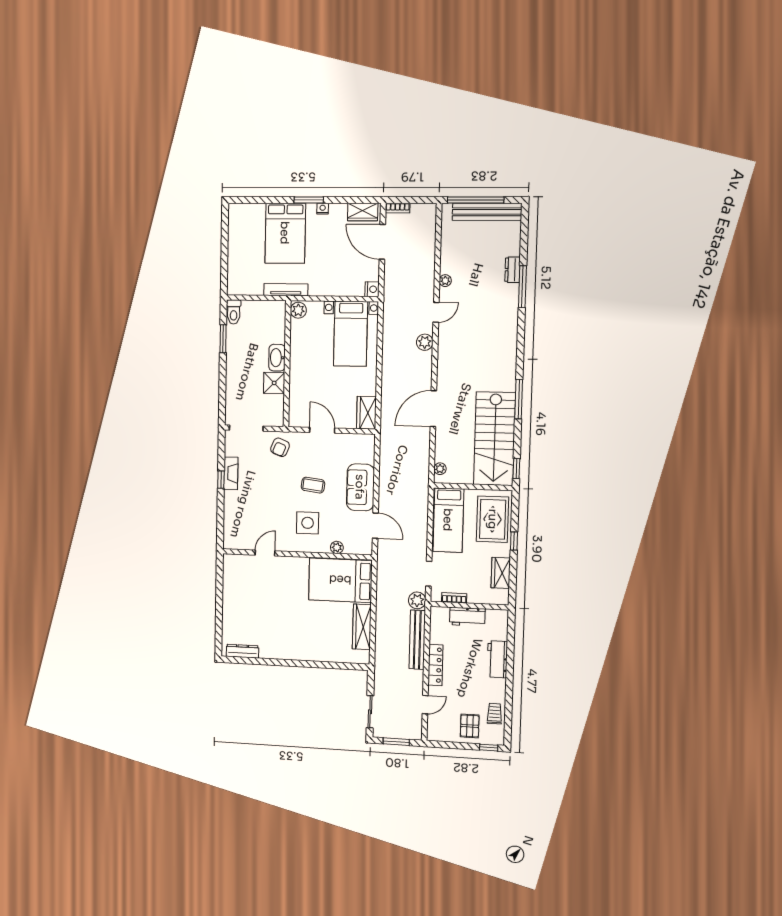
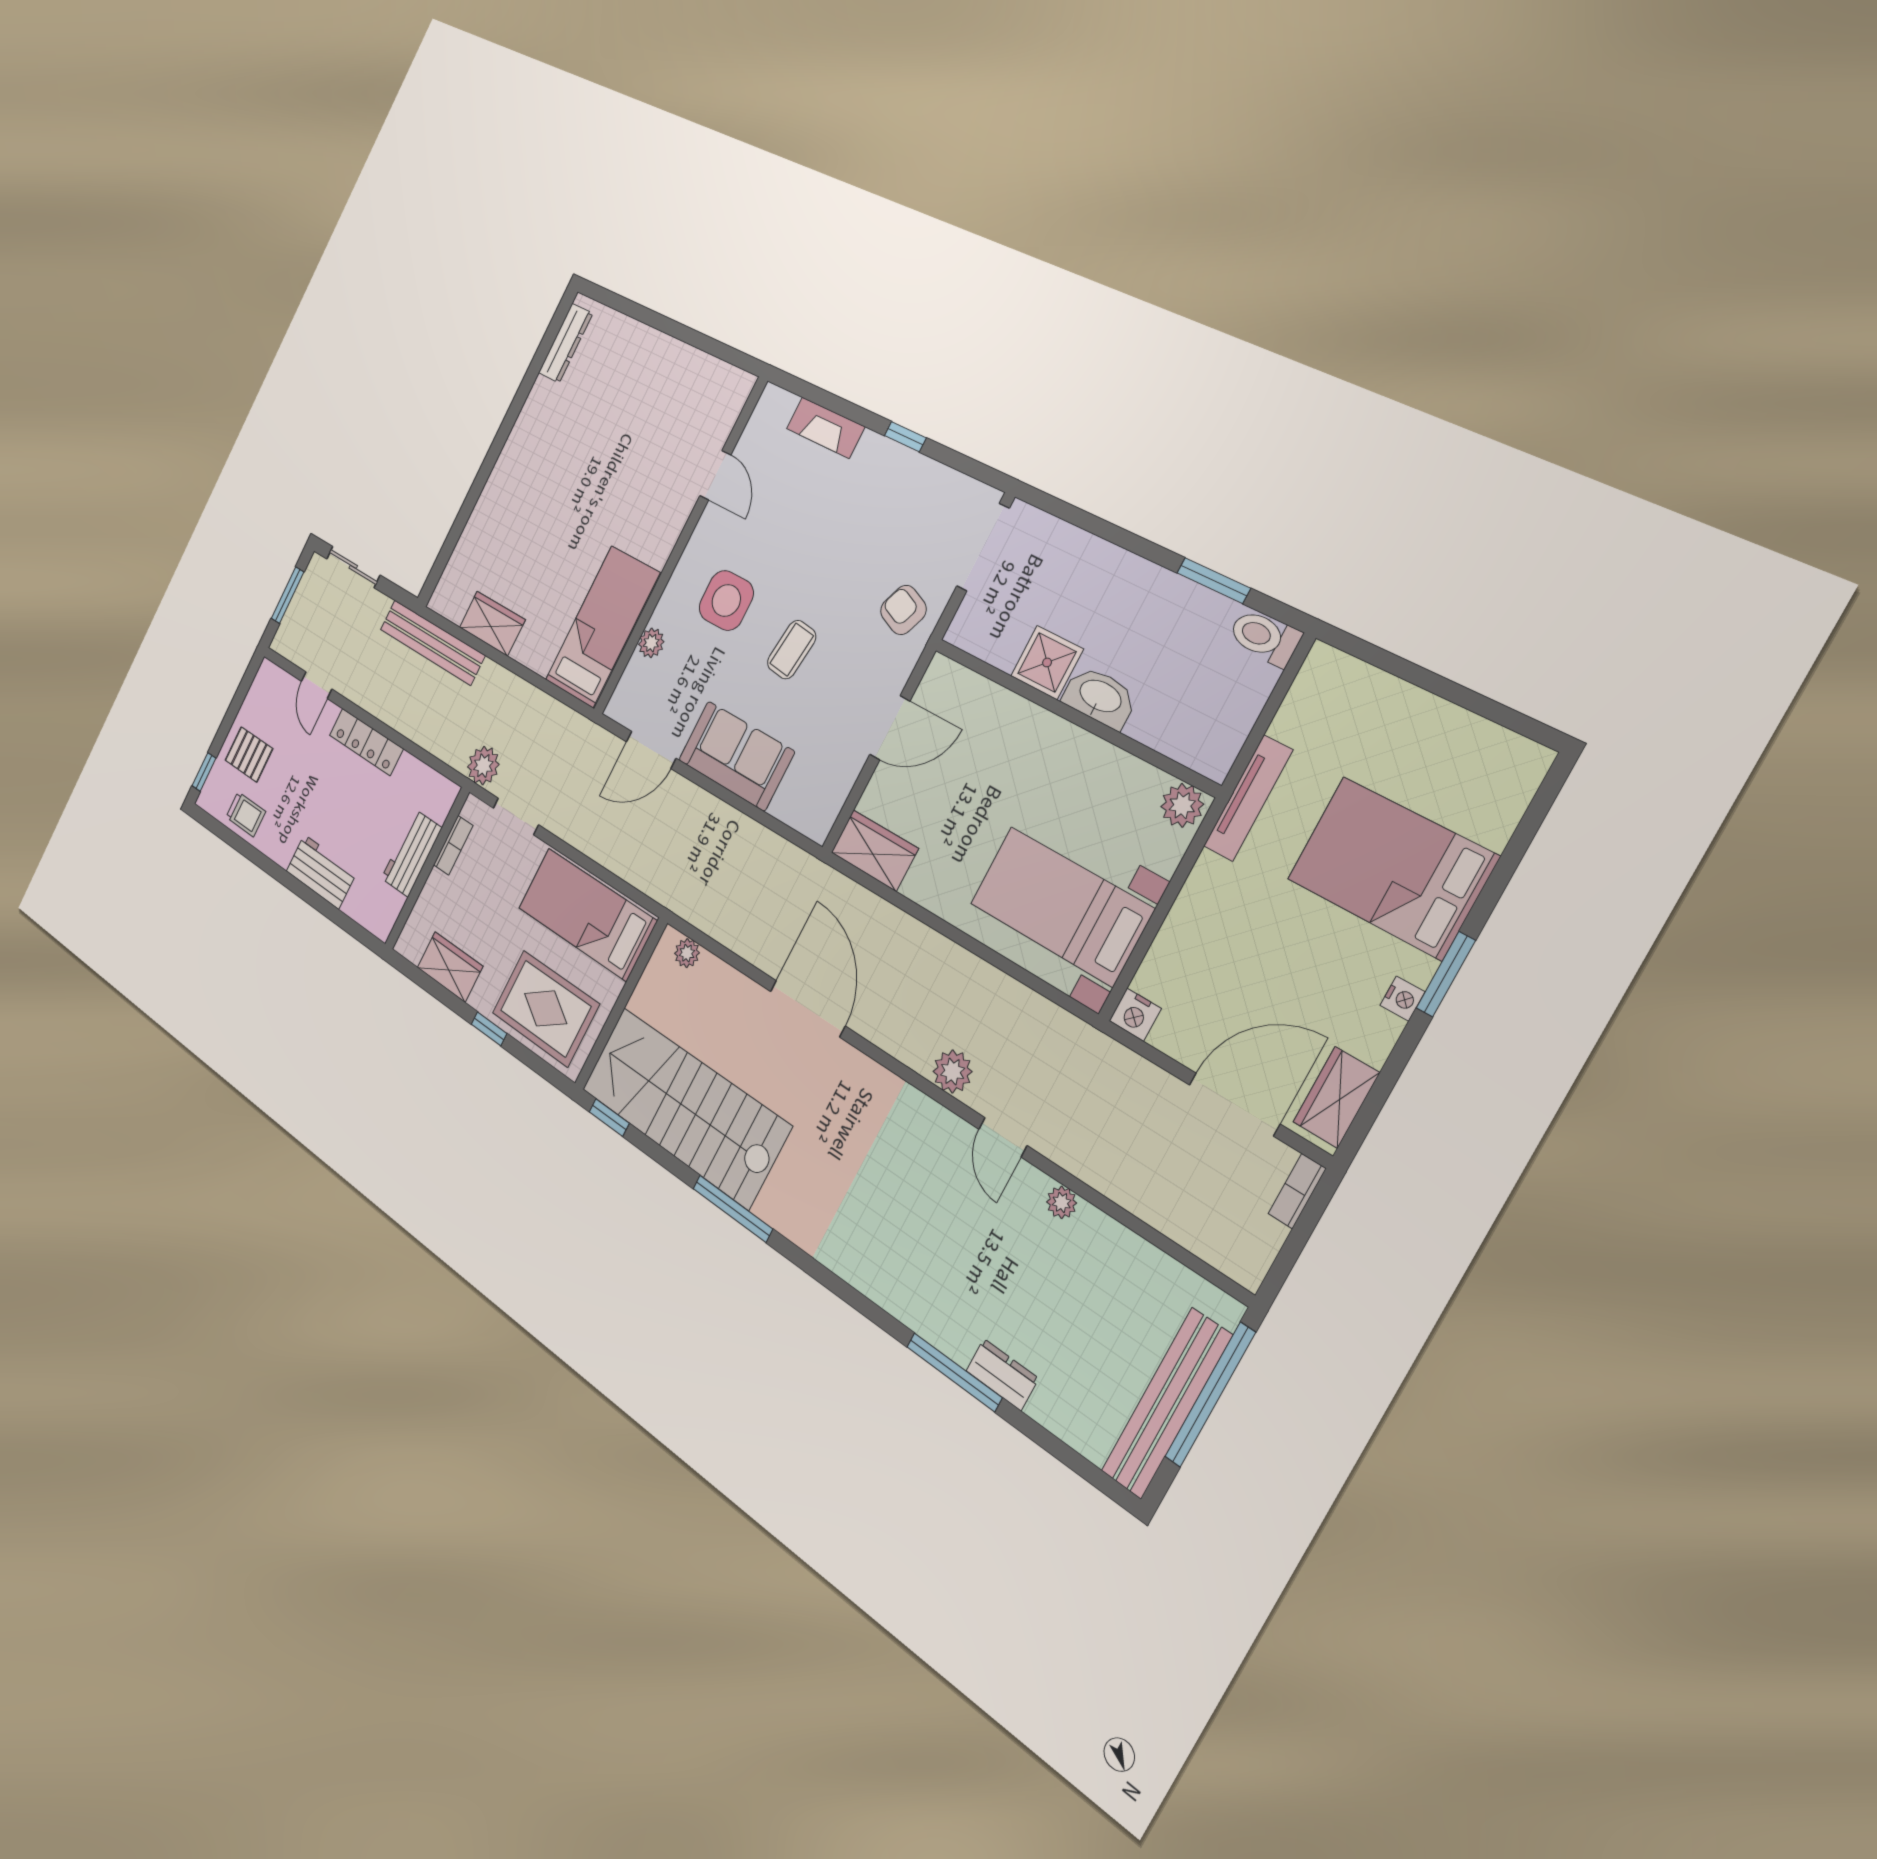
fireplace: (231, 473) -> (826, 428), moved
bed: (340, 580) -> (602, 627), width x0.67
wardrobe: (362, 627) -> (492, 624), width x0.67
bench: (417, 640) -> (432, 642), moved

